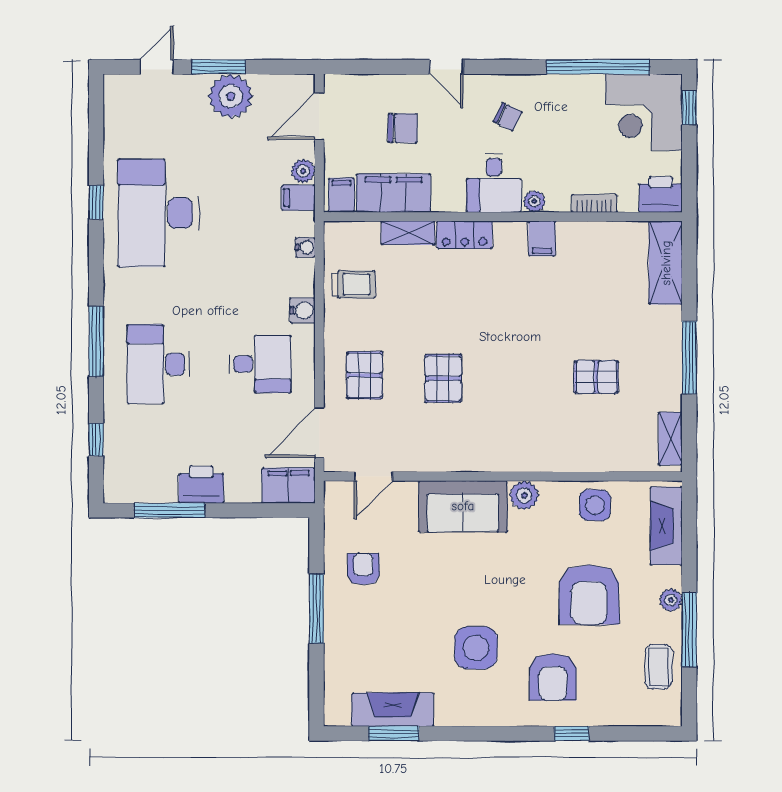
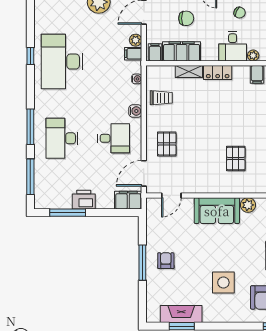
pallet: (443, 378) -> (236, 158), moved
window: (96, 440) -> (30, 177), width x2.17
armchair: (363, 569) -> (166, 261), moved

